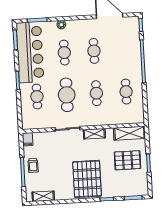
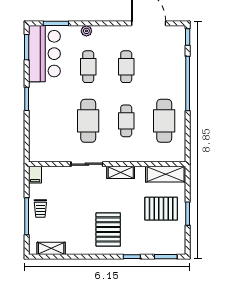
bar counter: (30, 52) -> (44, 54), width x0.73
cafe table: (126, 92) -> (164, 121), width x1.37, depth x1.35
cafe table: (37, 97) -> (50, 121), removed
pallet: (87, 179) -> (108, 229), width x0.73, depth x0.71

